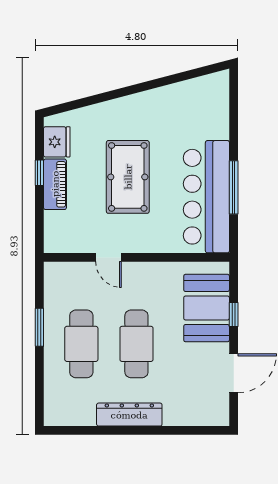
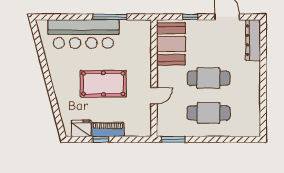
bar counter: (206, 197) -> (83, 34), moved
booth: (207, 308) -> (171, 44), moved, turned 90
window: (39, 327) -> (173, 139), moved
dresser: (129, 415) -> (253, 40), moved

